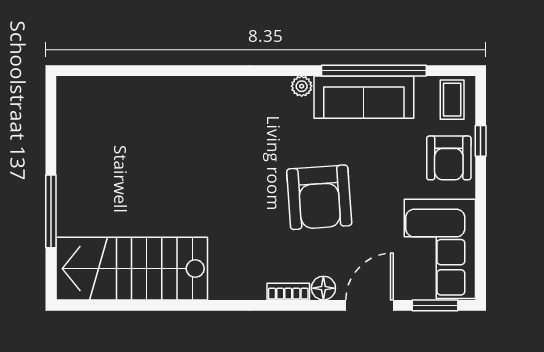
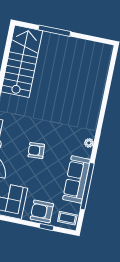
plant: (302, 86) -> (89, 143), moved
armchair: (319, 197) -> (36, 151), width x0.53, depth x0.53

